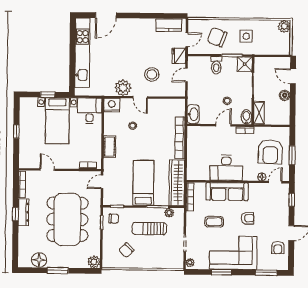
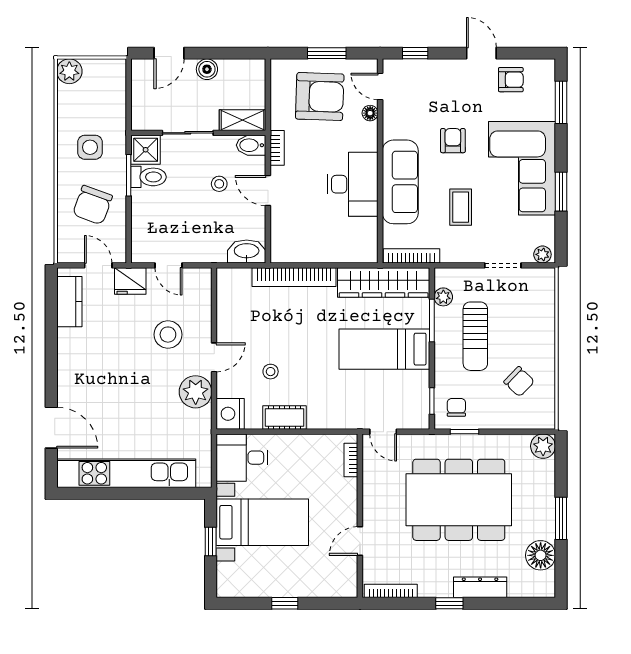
toilet: (216, 65) -> (149, 177), moved
cot: (109, 147) -> (285, 418), moved
dresser: (24, 212) -> (480, 587), moved

